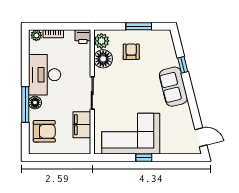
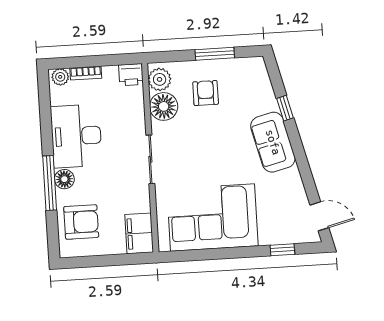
filing cabinet: (82, 125) -> (139, 233), moved
window: (144, 158) -> (282, 250), moved

